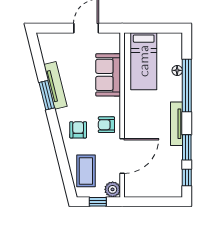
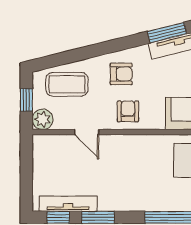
tv unit: (176, 124) -> (68, 204), moved
door: (122, 156) -> (87, 132), width x0.53

